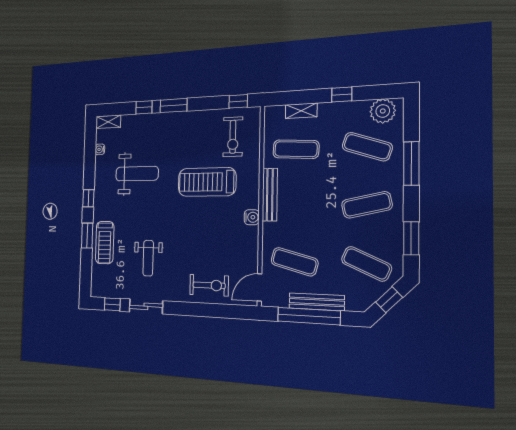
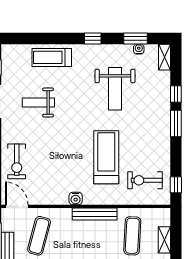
window: (87, 235) -> (135, 38), moved

